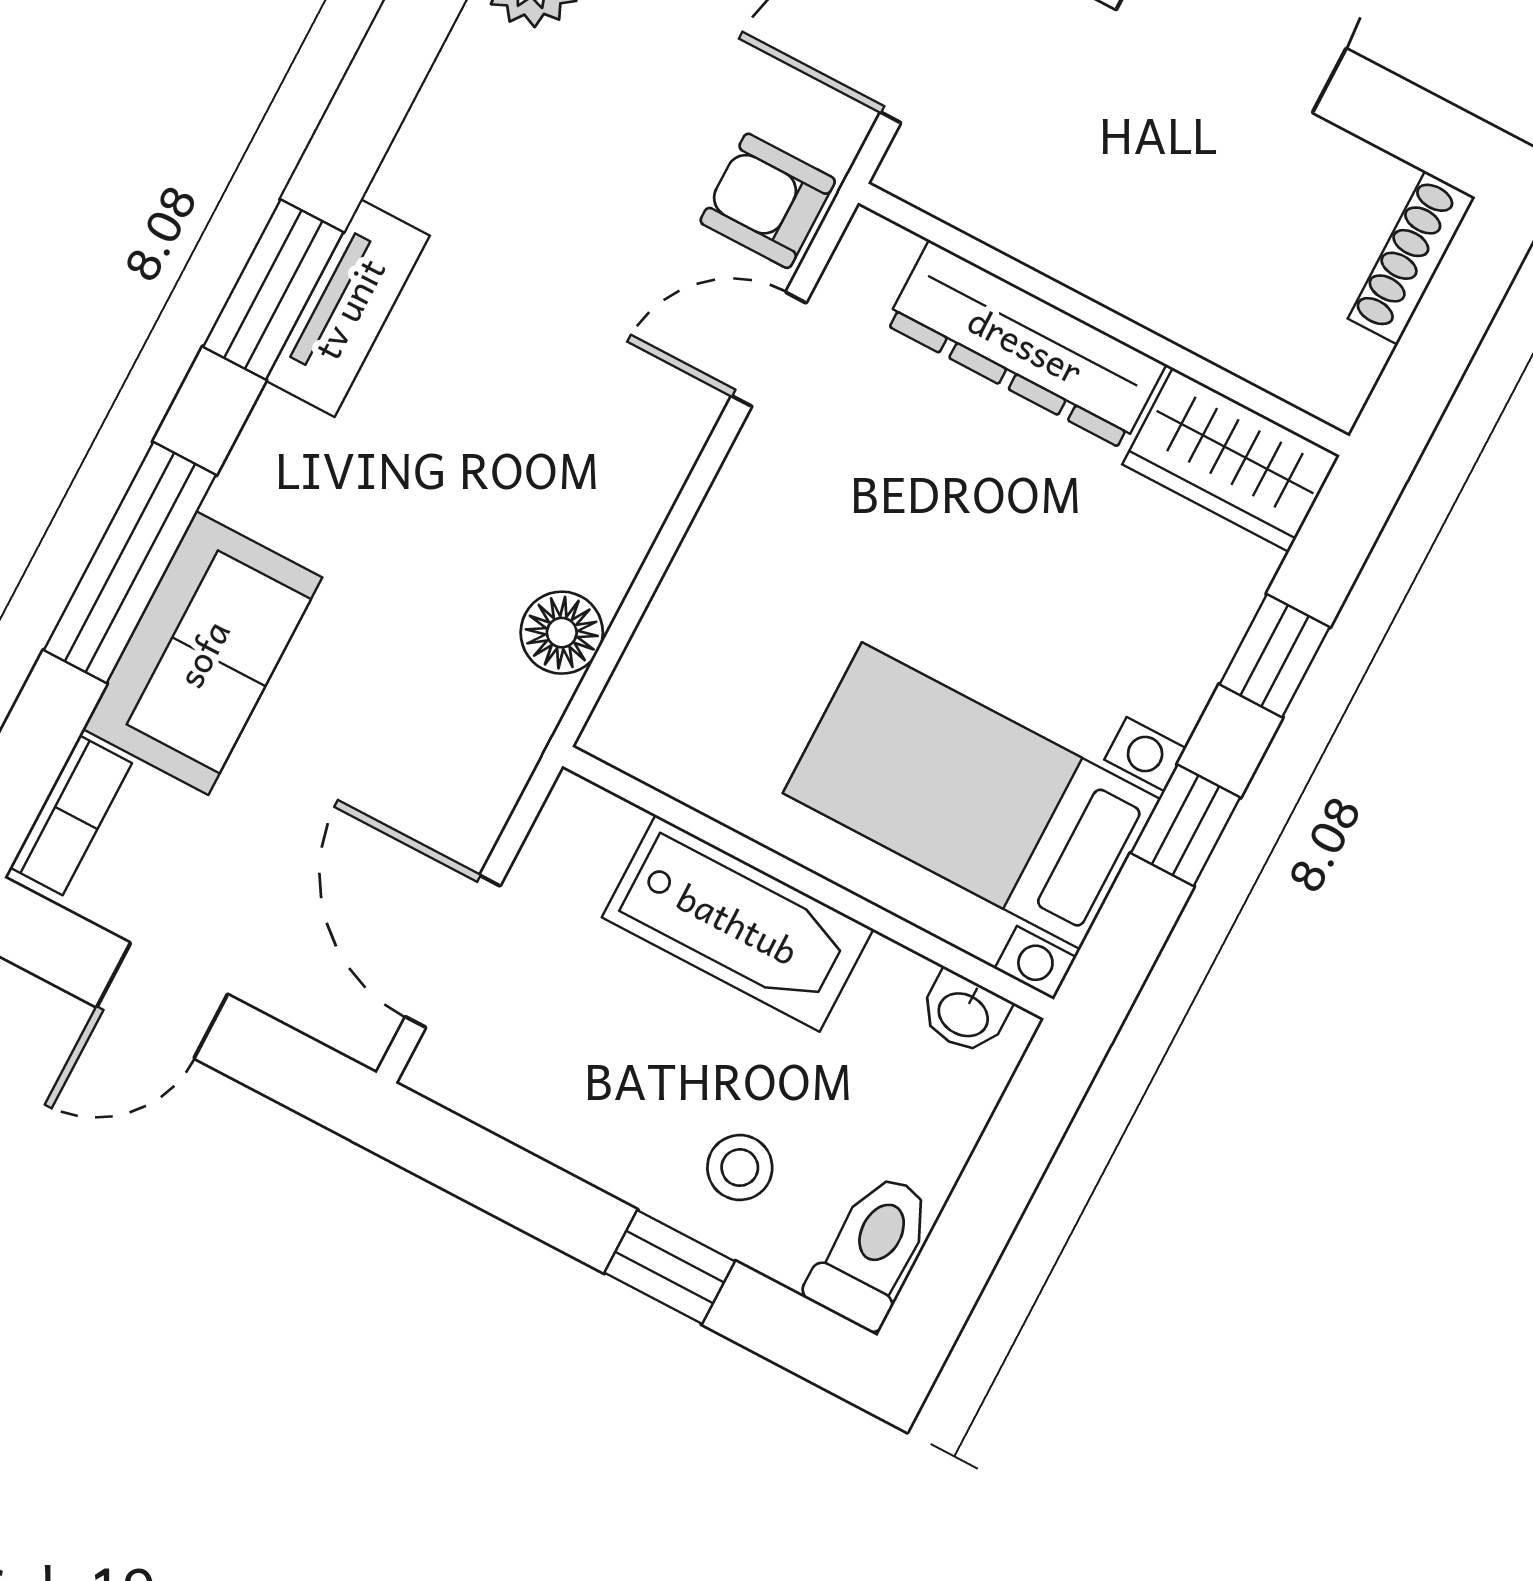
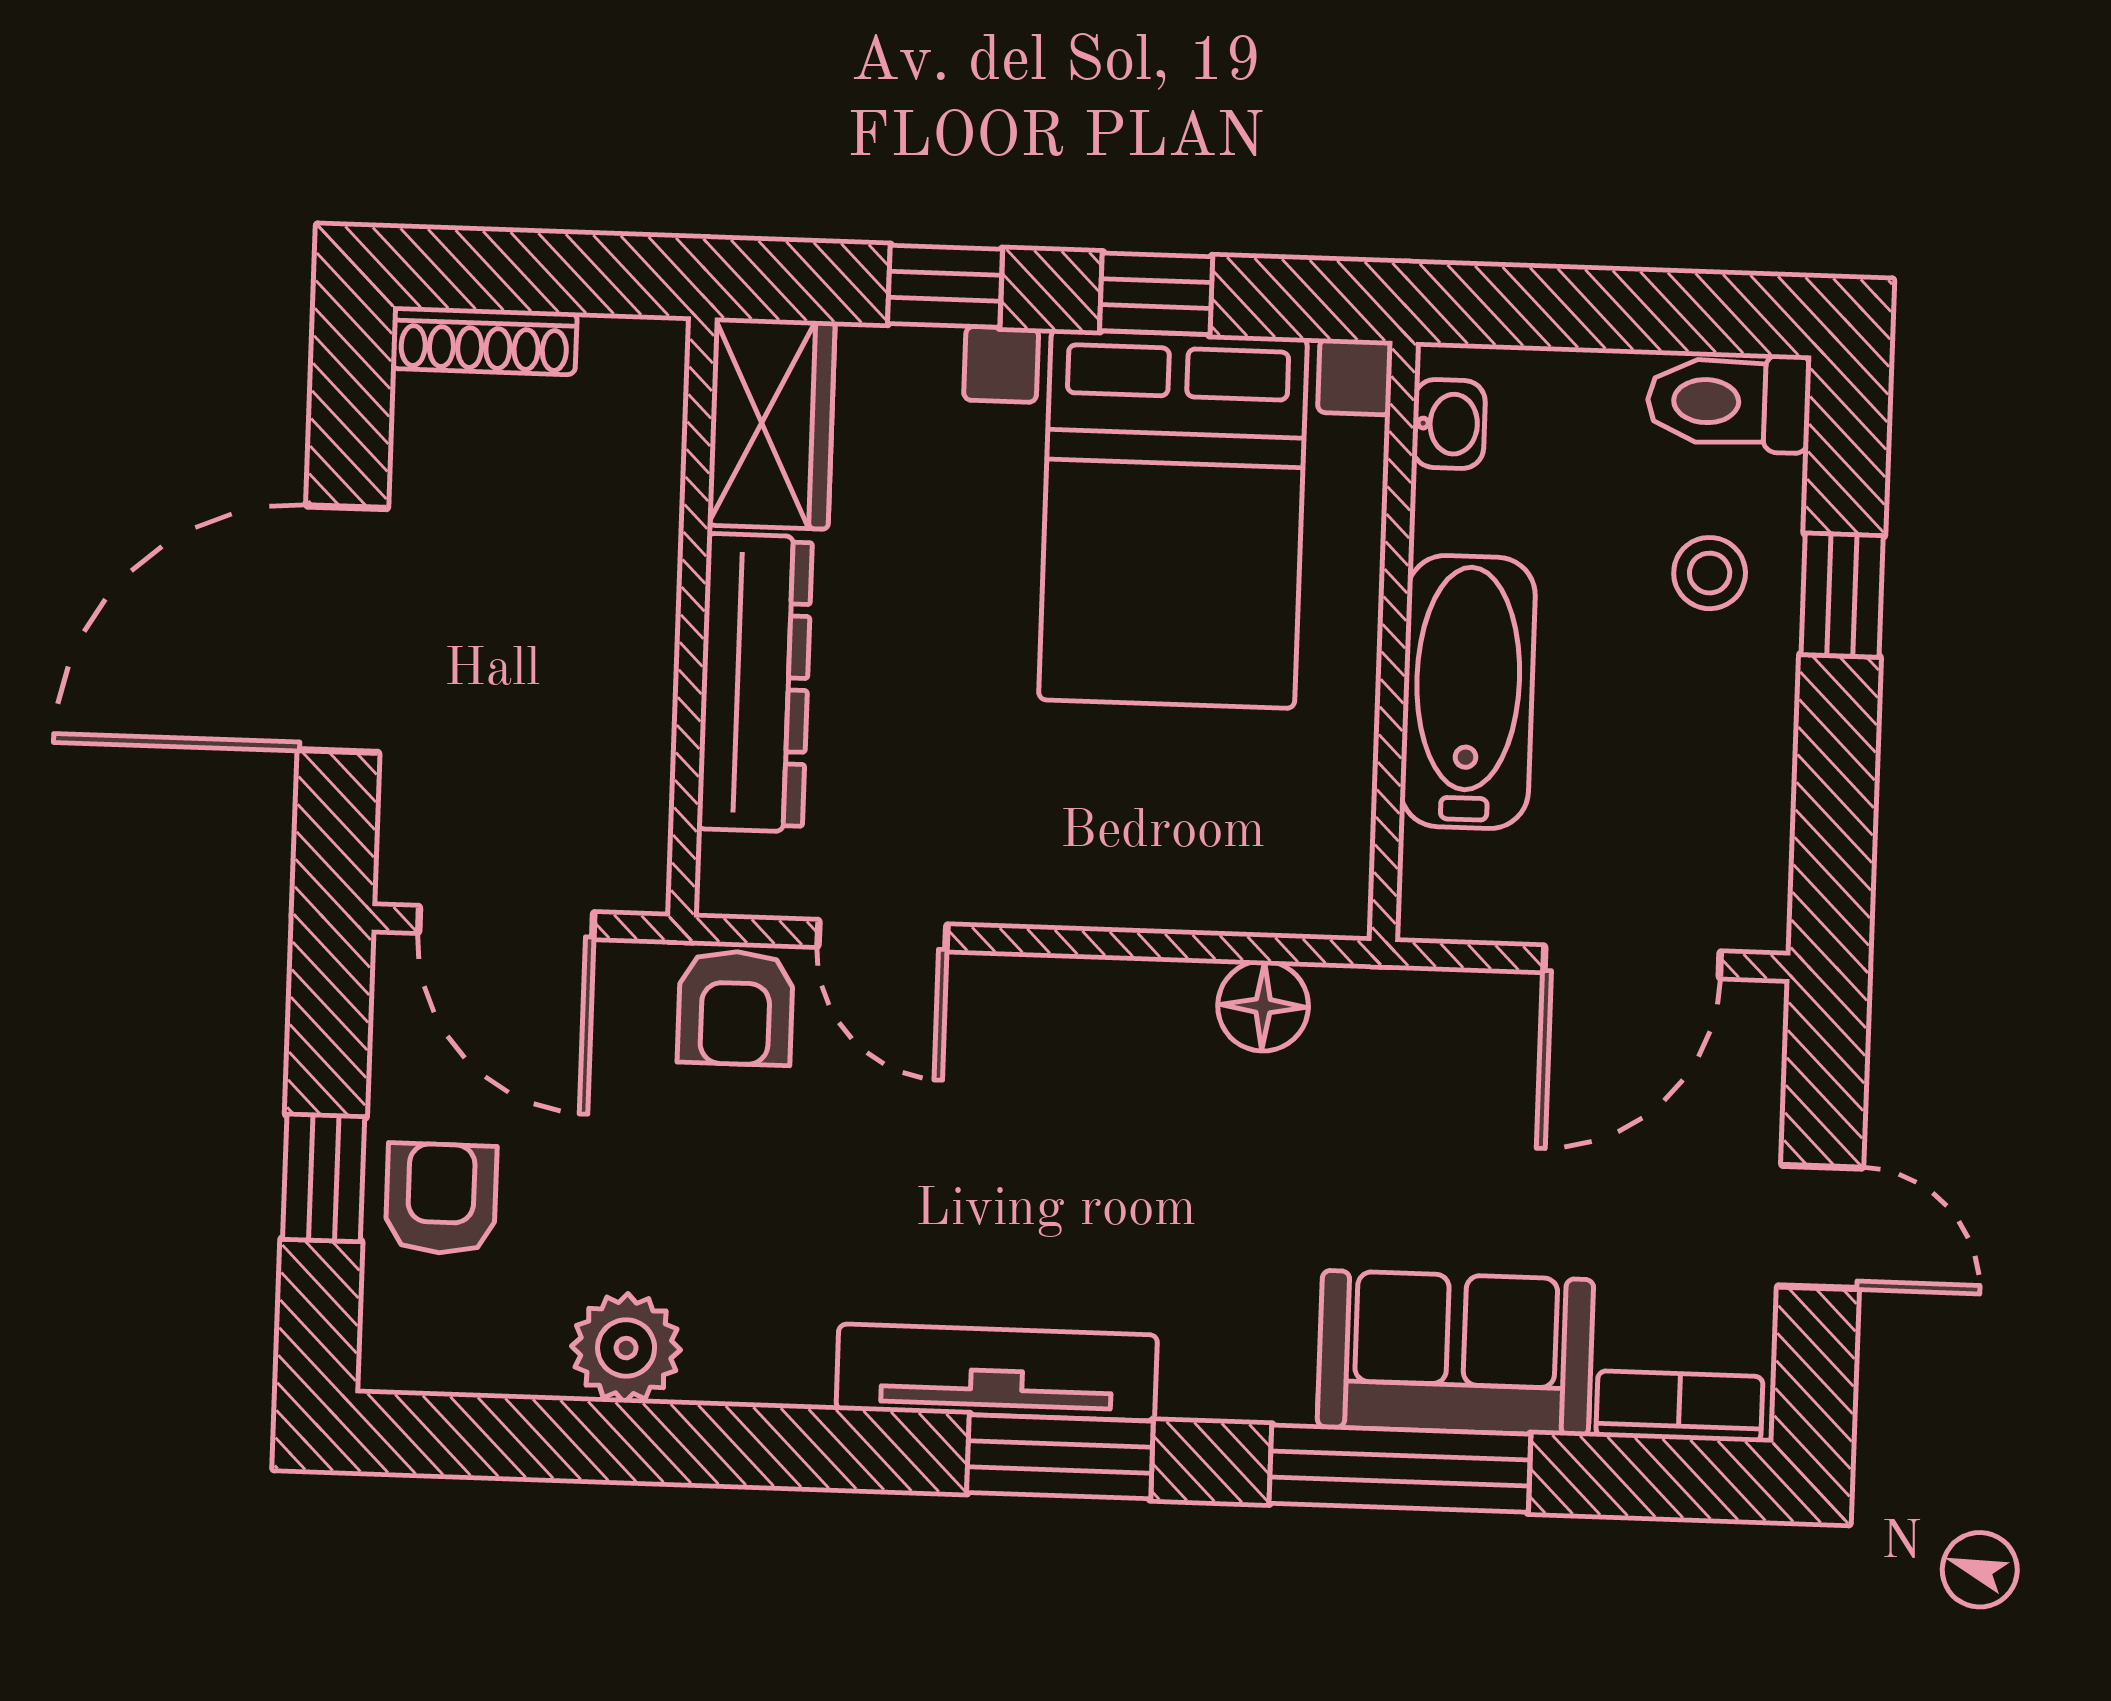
tv unit: (348, 308) -> (997, 1372), width x1.41
bed with nightstands: (971, 796) -> (1173, 519), width x1.36

